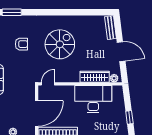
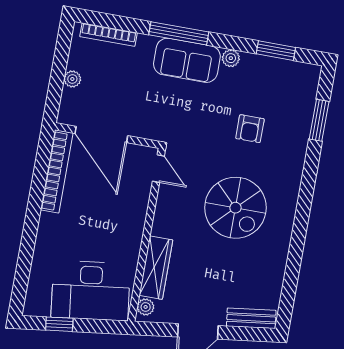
desk: (93, 99) -> (91, 291), moved, turned 83

